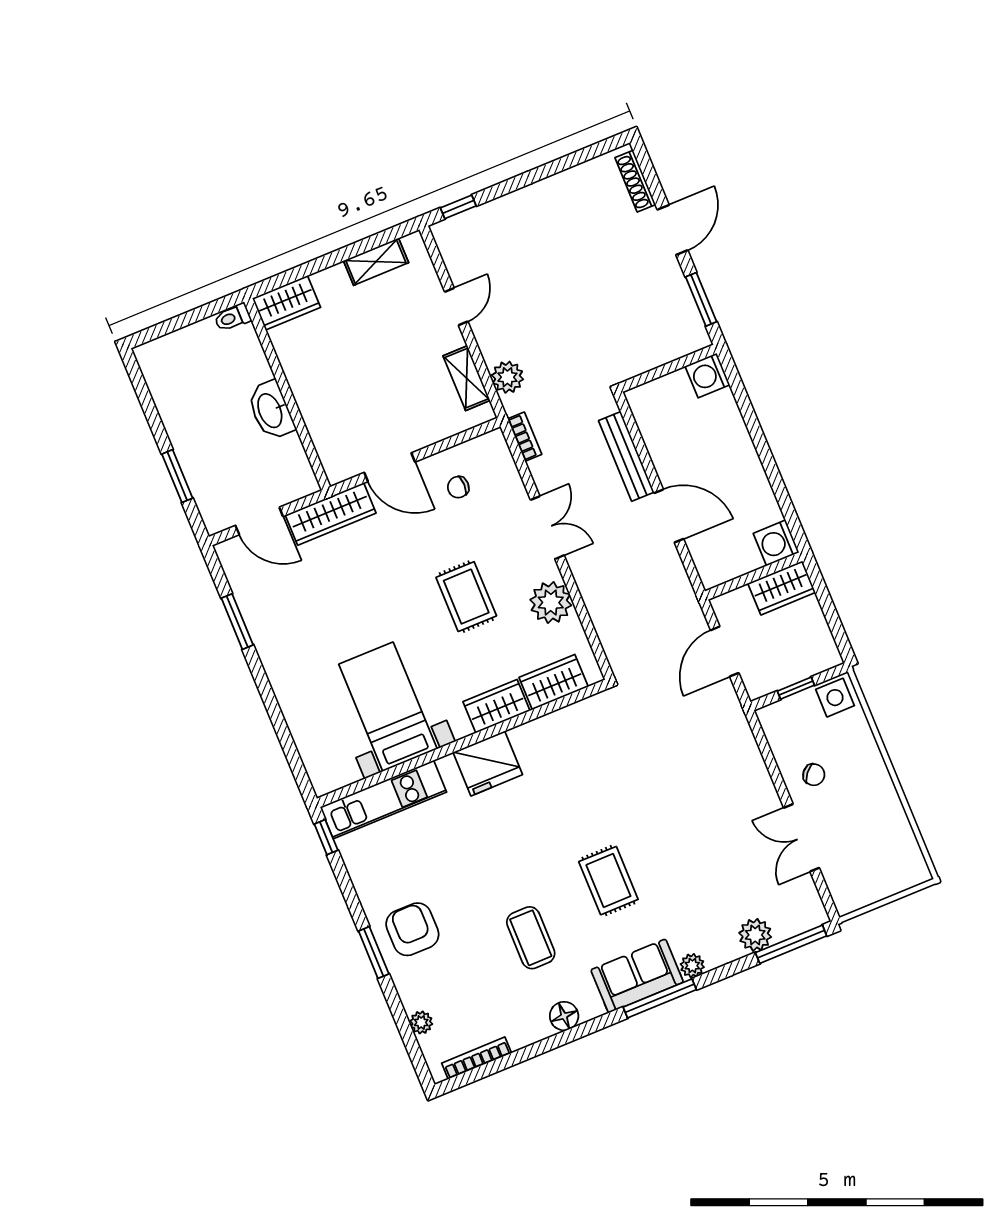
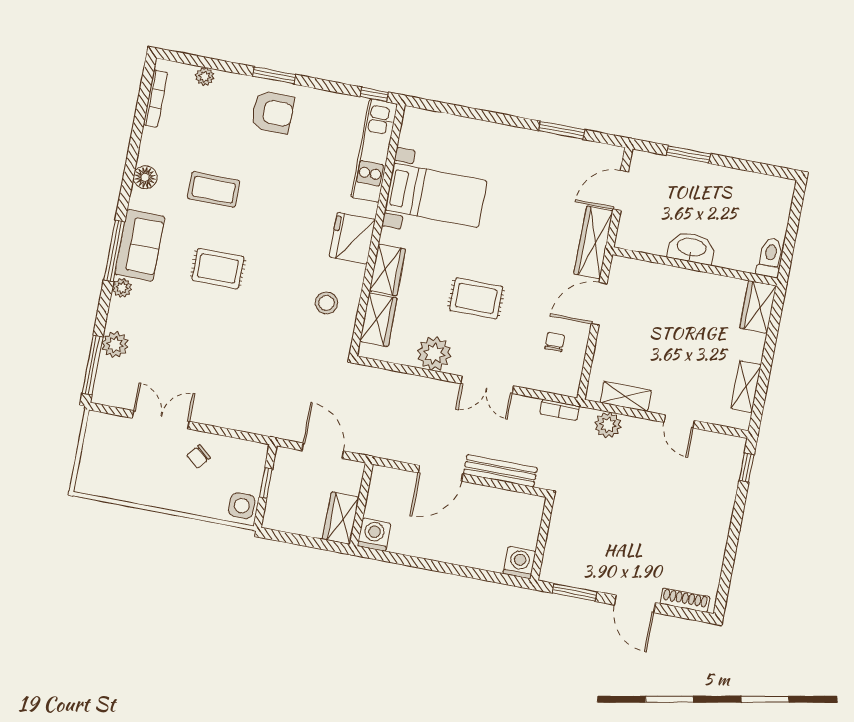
toilet: (233, 317) -> (770, 258), width x1.37, depth x1.39
stool: (571, 747) -> (327, 303), added

